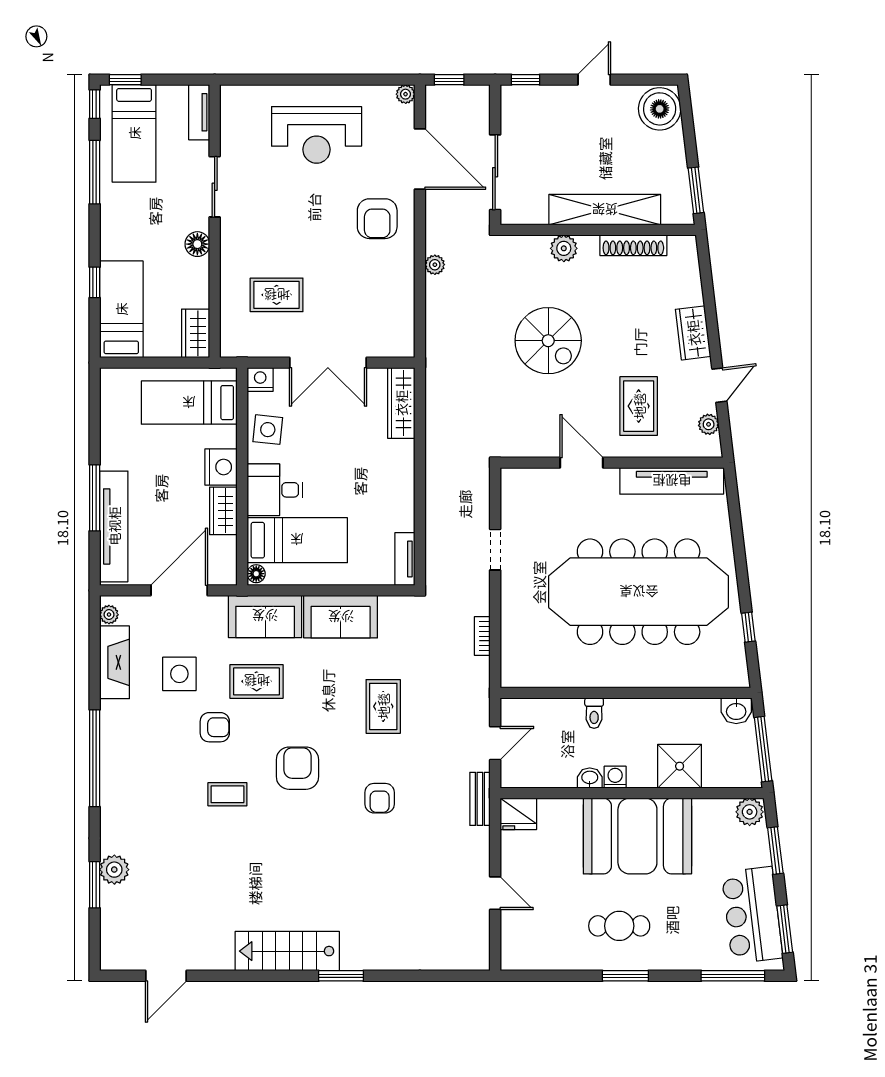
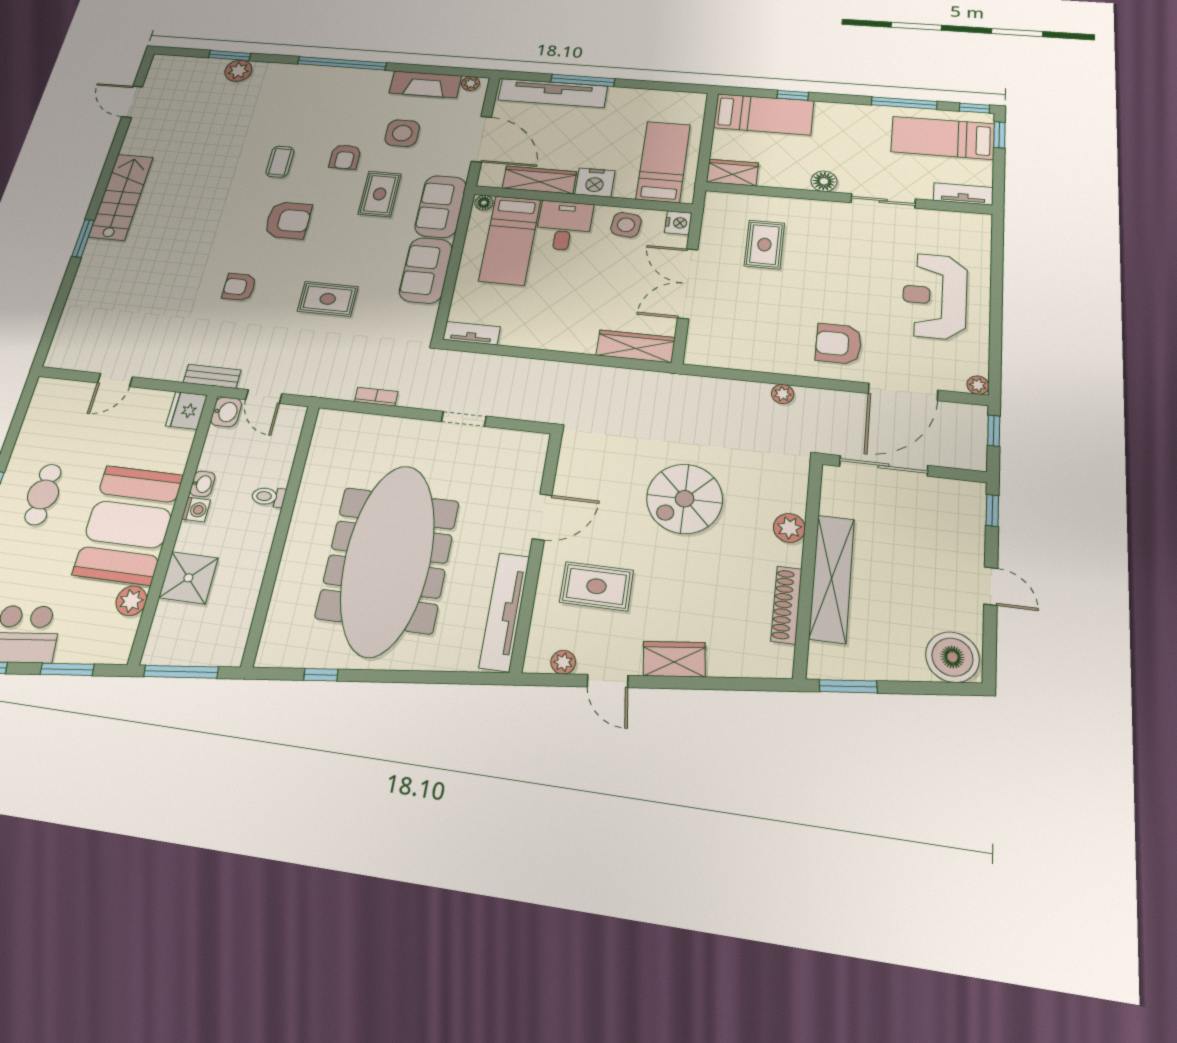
wardrobe: (223, 511) -> (539, 180), width x1.50
washbasin: (736, 711) -> (226, 412), moved, turned 180
plant: (750, 812) -> (131, 601), moved

